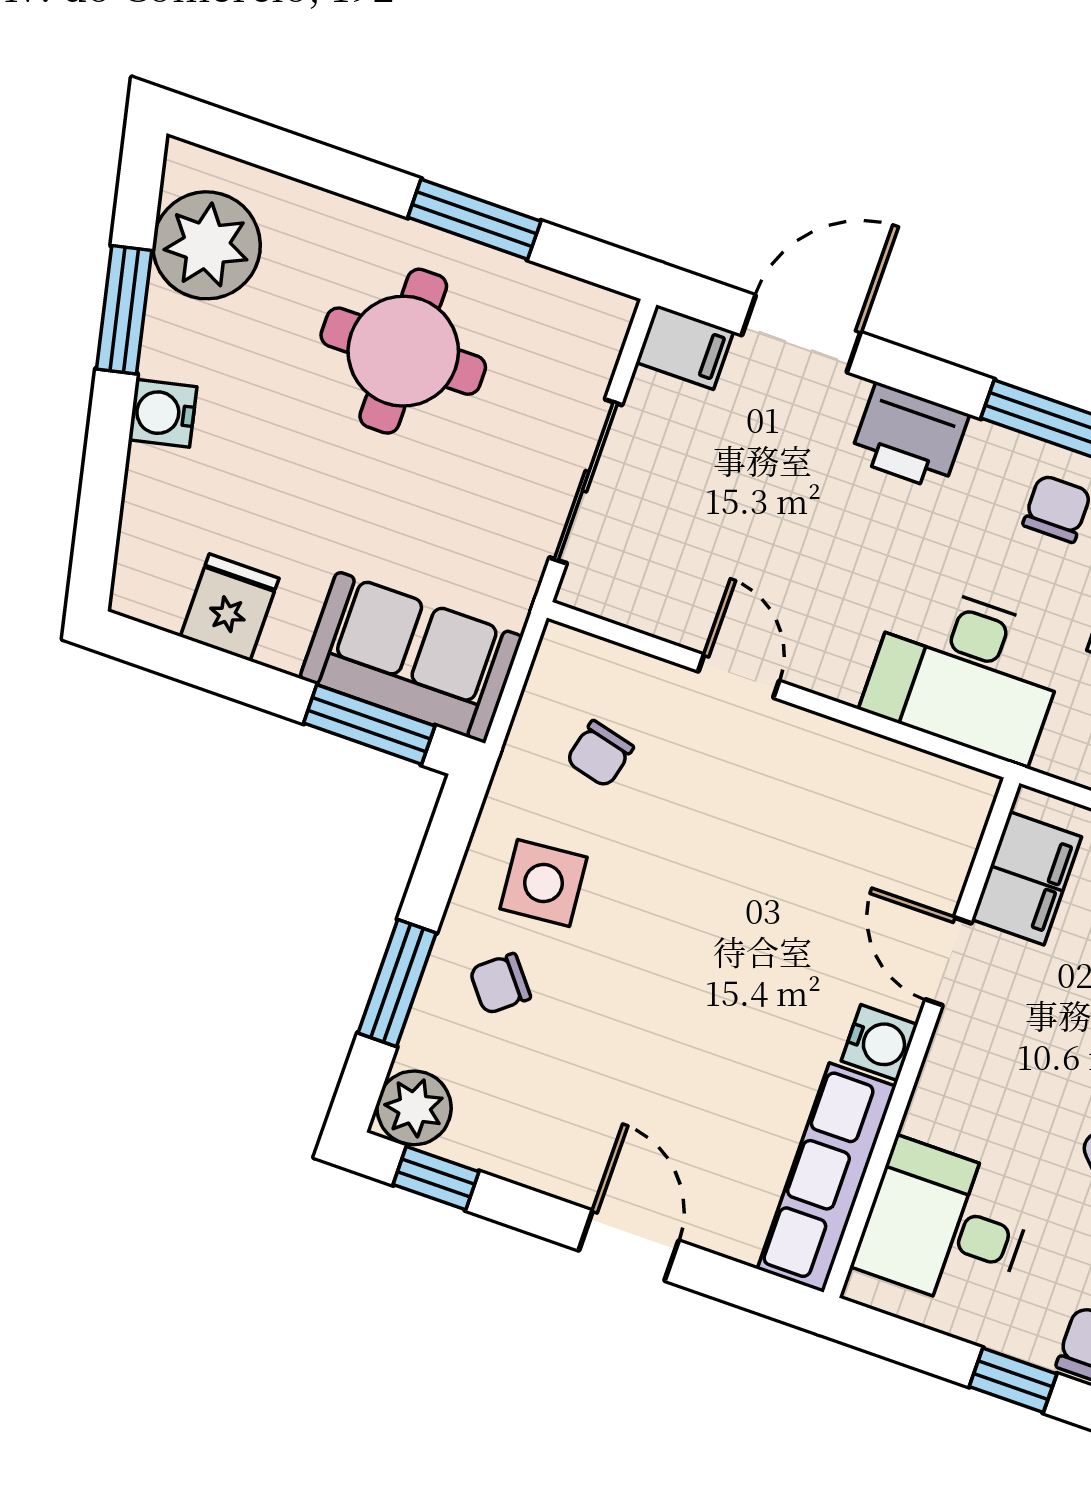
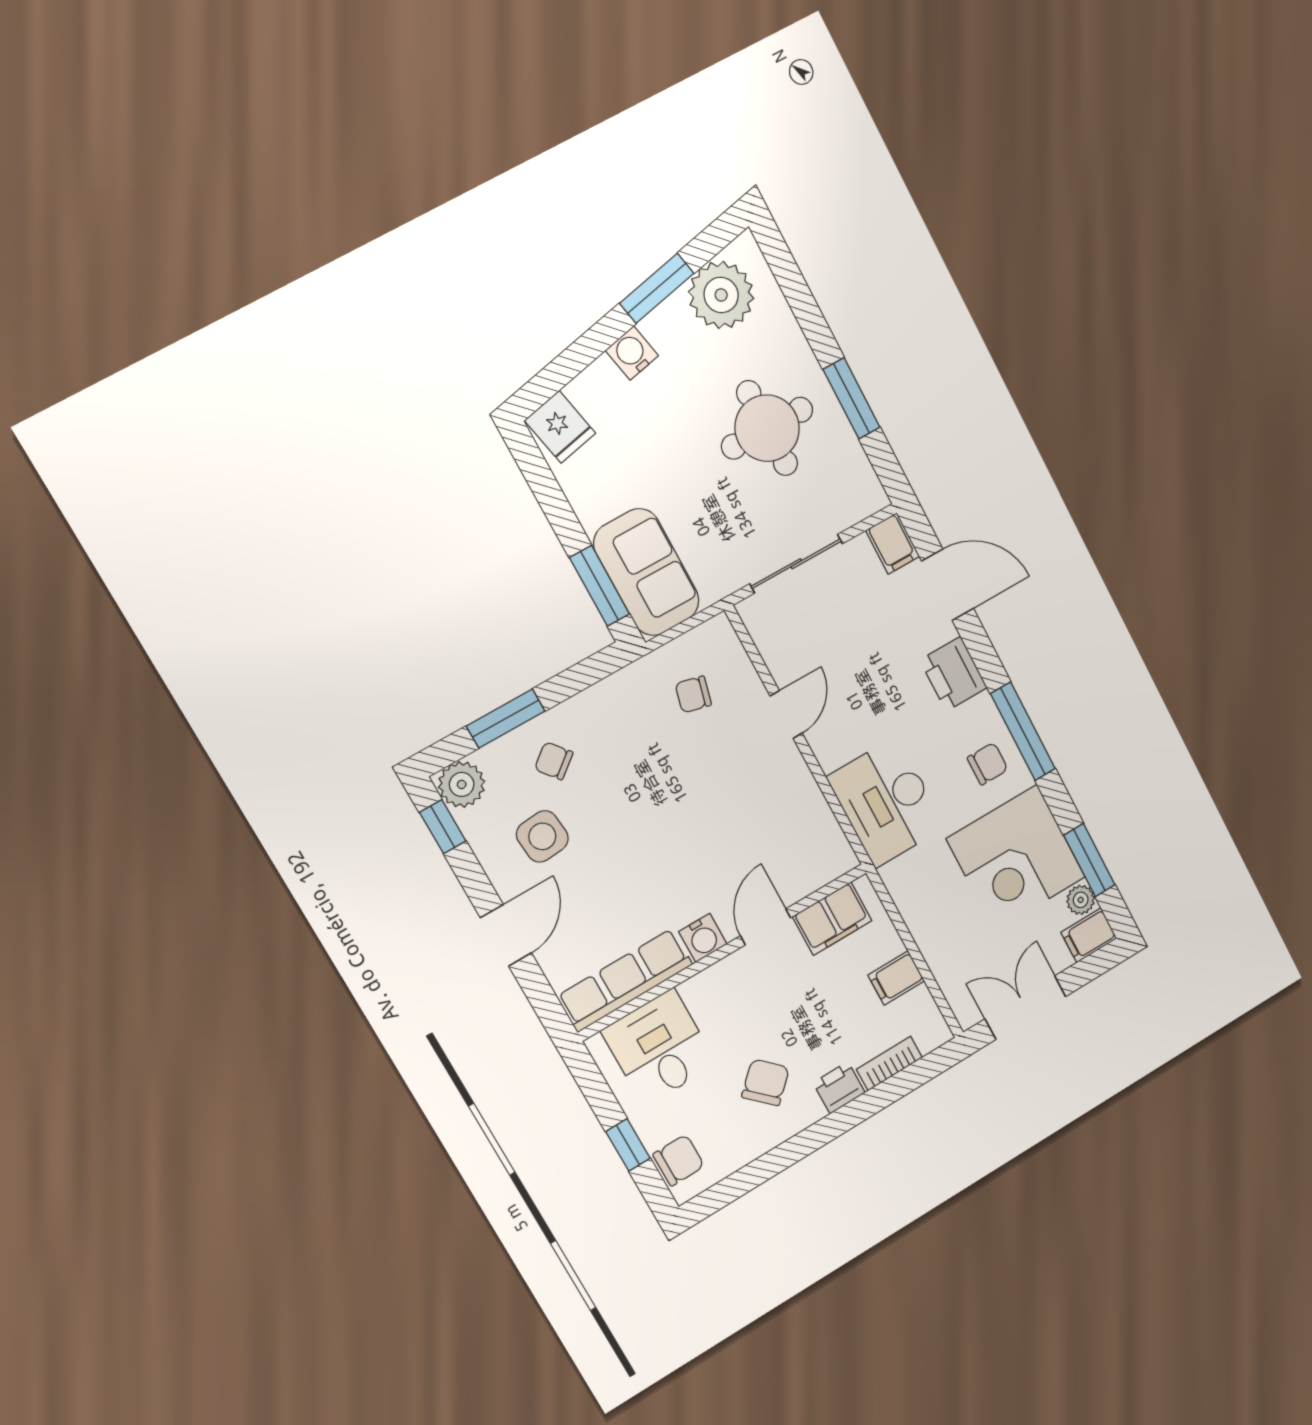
fridge: (230, 607) -> (560, 427), moved, turned 78
side table: (543, 883) -> (542, 836), moved

